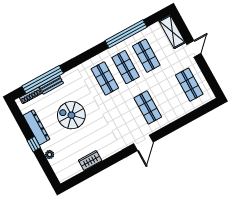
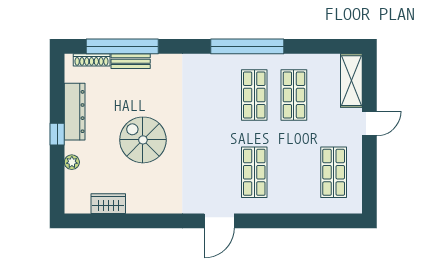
window: (126, 34) -> (247, 46), moved
shop shelf: (105, 78) -> (215, 95), removed
spiral stairs: (71, 115) -> (143, 140), moved
wardrobe: (90, 160) -> (108, 204), moved

